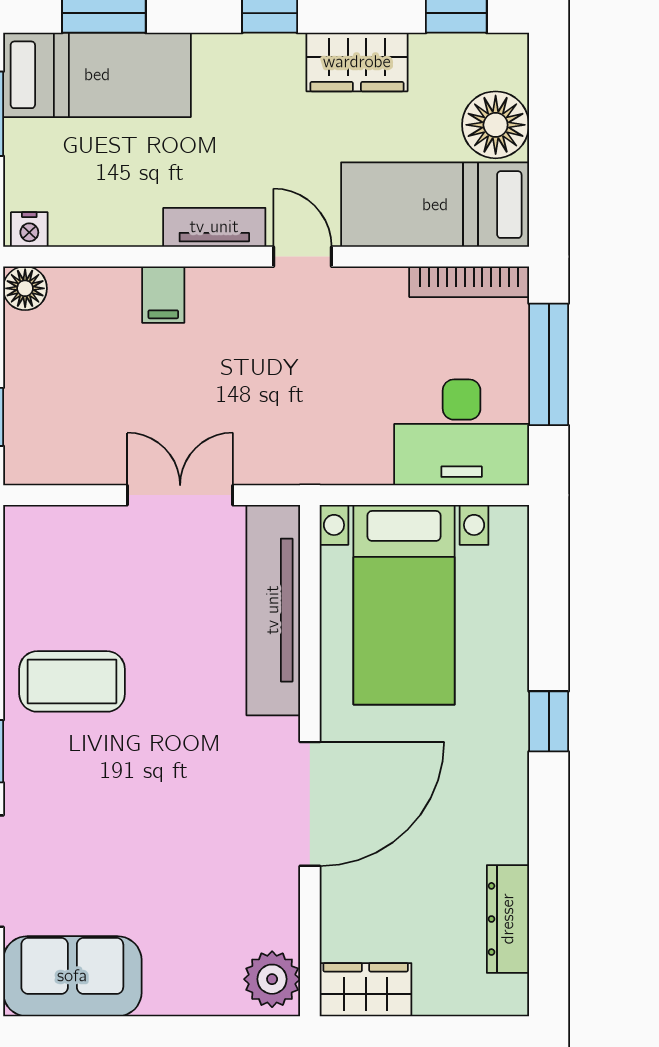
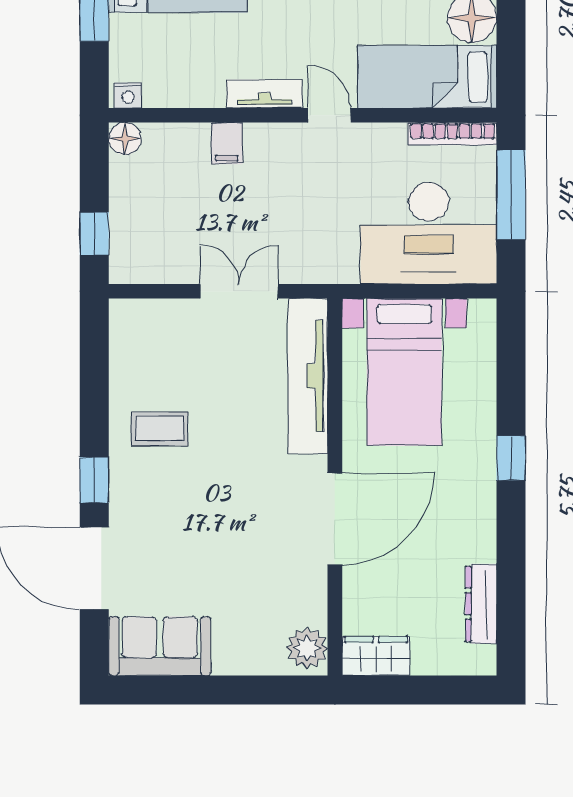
desk: (462, 432) -> (429, 233), width x1.36, depth x1.30
coffee table: (72, 681) -> (160, 429), width x0.73, depth x0.77

